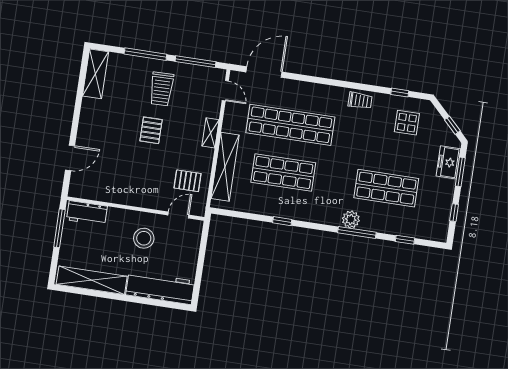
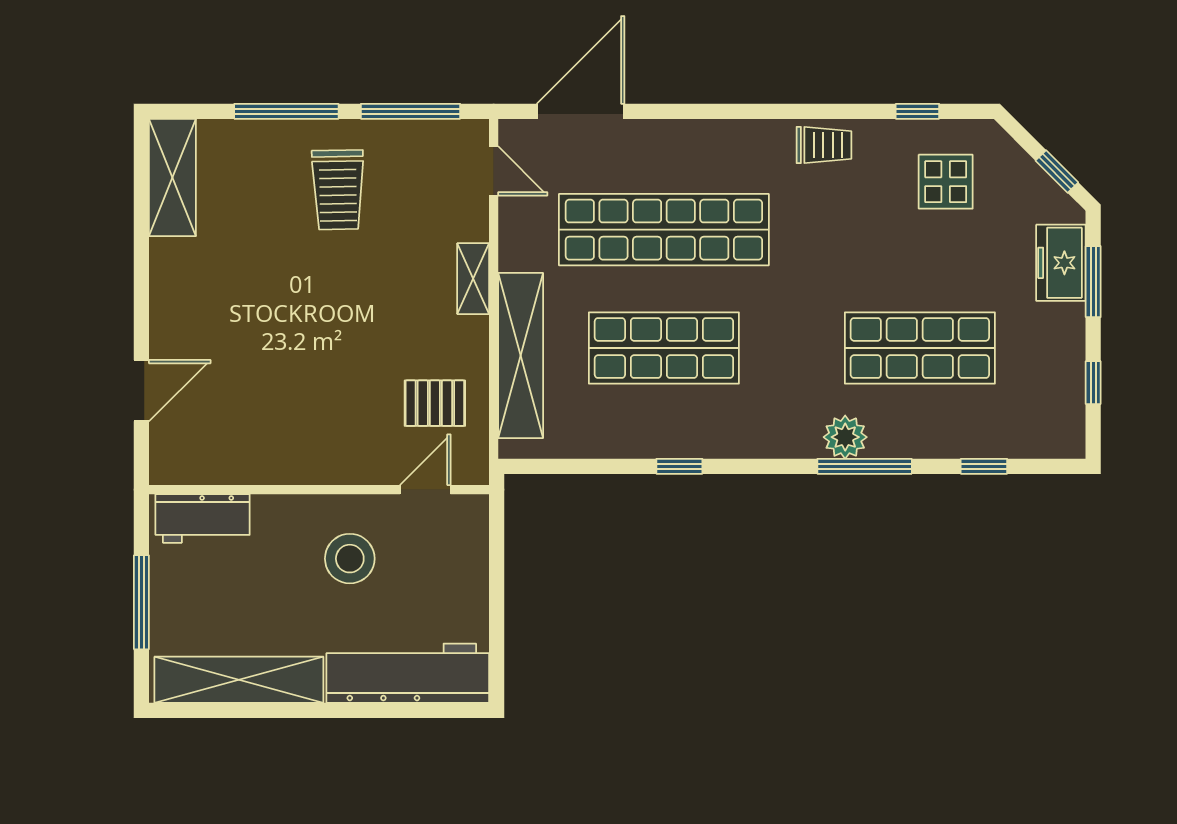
pallet: (151, 130) -> (328, 294), removed
window: (59, 228) -> (141, 602), moved

